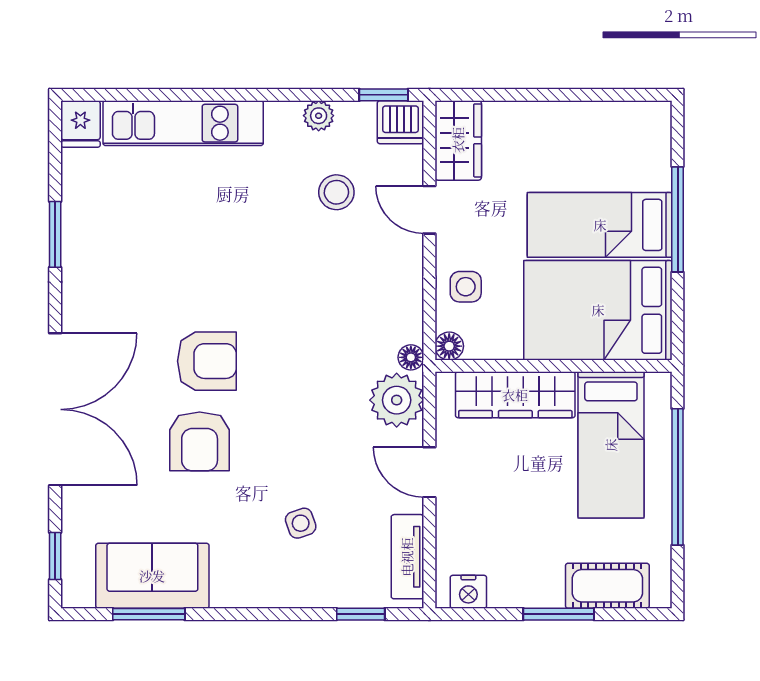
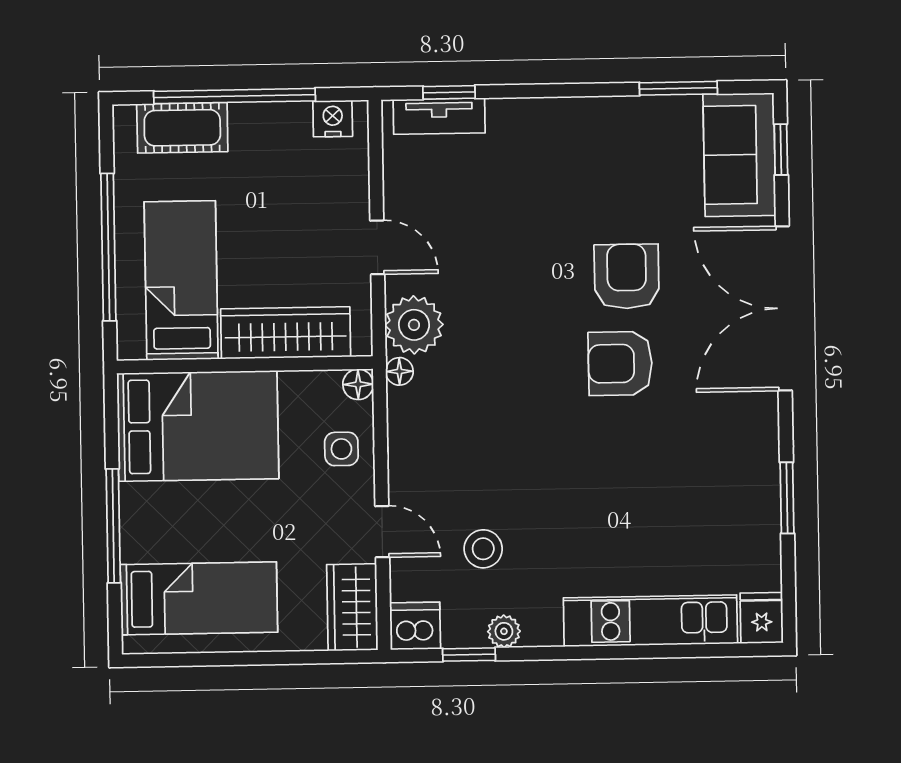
window: (384, 95) -> (469, 655), moved
bed: (600, 225) -> (199, 598), moved
side table: (301, 523) -> (516, 190), removed
tv unit: (407, 557) -> (439, 116), moved, turned 90
sofa: (152, 576) -> (739, 155), moved, turned 90
window: (559, 614) -> (235, 96), width x2.11

